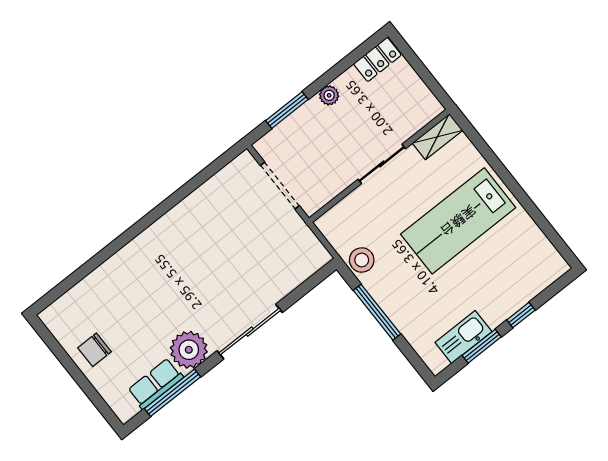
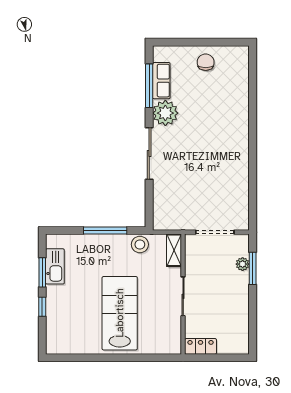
locker: (377, 59) -> (201, 346), moved, turned 90
plant: (329, 95) -> (243, 264), moved
shelving: (437, 137) -> (174, 250), moved

